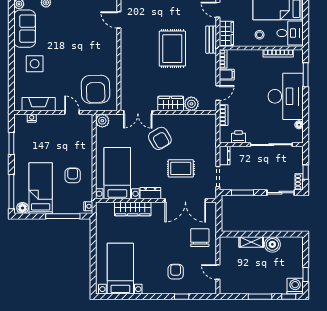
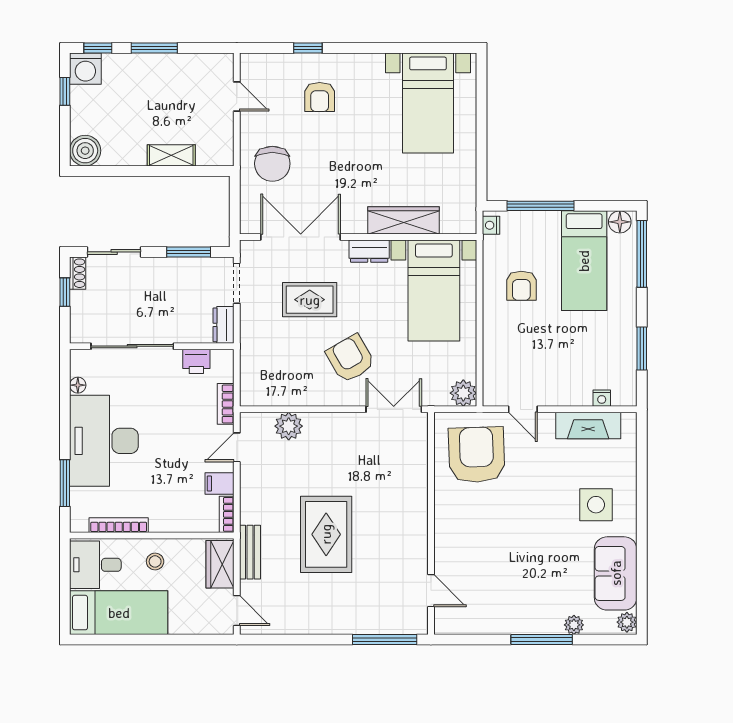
wardrobe: (171, 104) -> (329, 427), removed
boiler: (272, 244) -> (85, 151), moved

